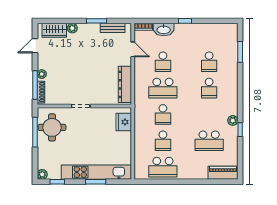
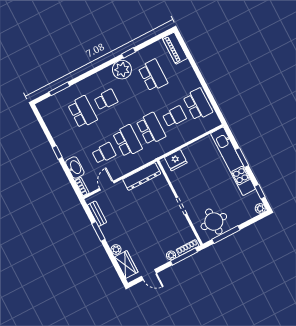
school desk: (209, 62) -> (82, 112), width x1.85
school desk: (163, 114) -> (151, 129), width x1.85
plant: (233, 120) -> (122, 70), width x1.87, depth x1.87

